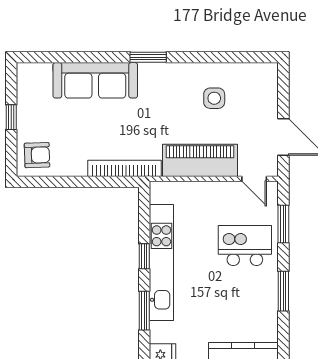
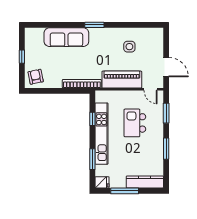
armchair: (37, 155) -> (36, 77), turned -100
kitchen island: (245, 246) -> (135, 123), moved, turned -90
window: (144, 256) -> (92, 119), moved

